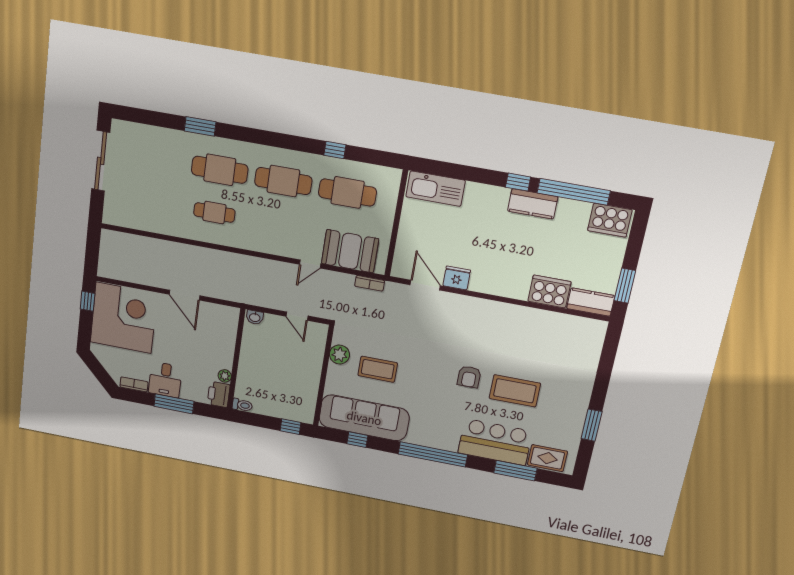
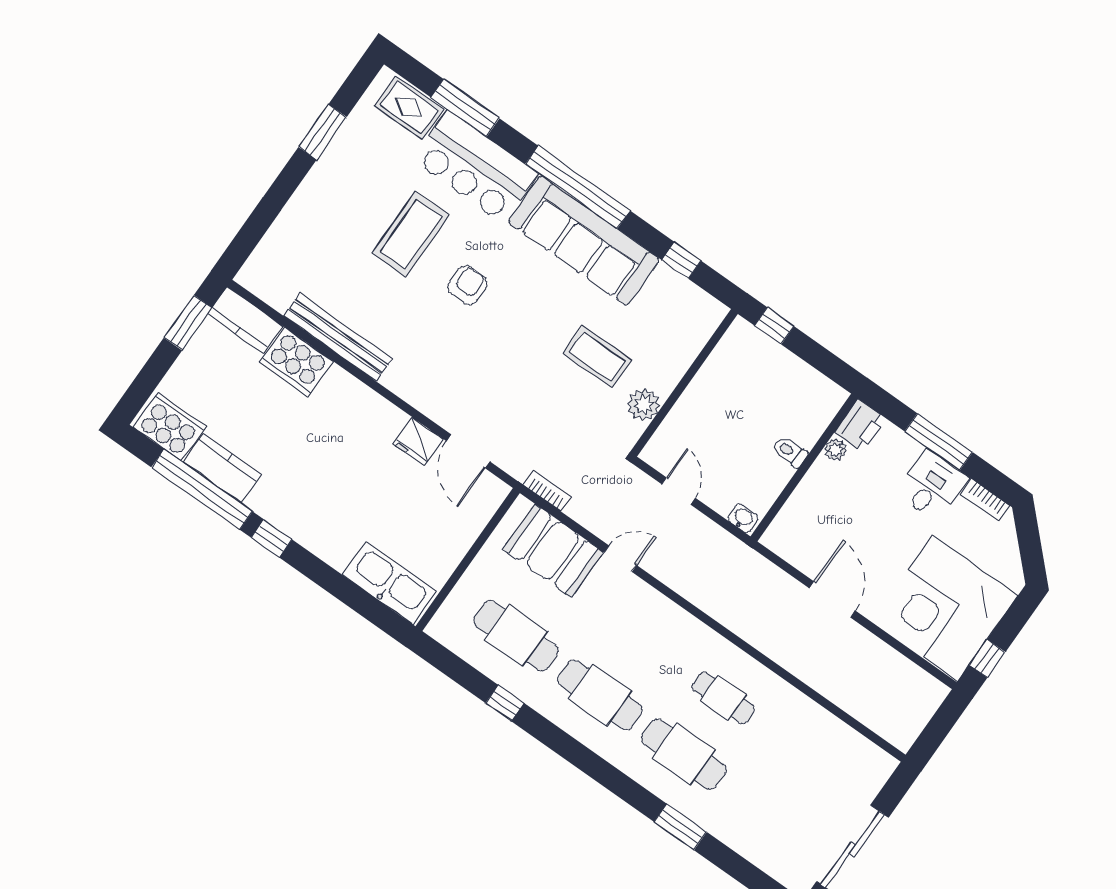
kitchen counter: (533, 204) -> (222, 468), moved
bench: (531, 316) -> (338, 337), added
coffee table: (515, 391) -> (411, 234), turned 90
toilet: (242, 405) -> (790, 452), moved
sofa: (364, 418) -> (584, 241), moved

